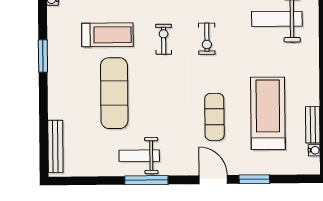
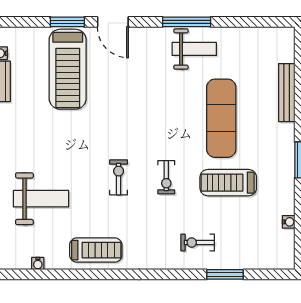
treadmill: (268, 113) -> (68, 69), moved
exercise mat: (214, 117) -> (111, 91), removed
bench: (55, 146) -> (287, 93), moved

